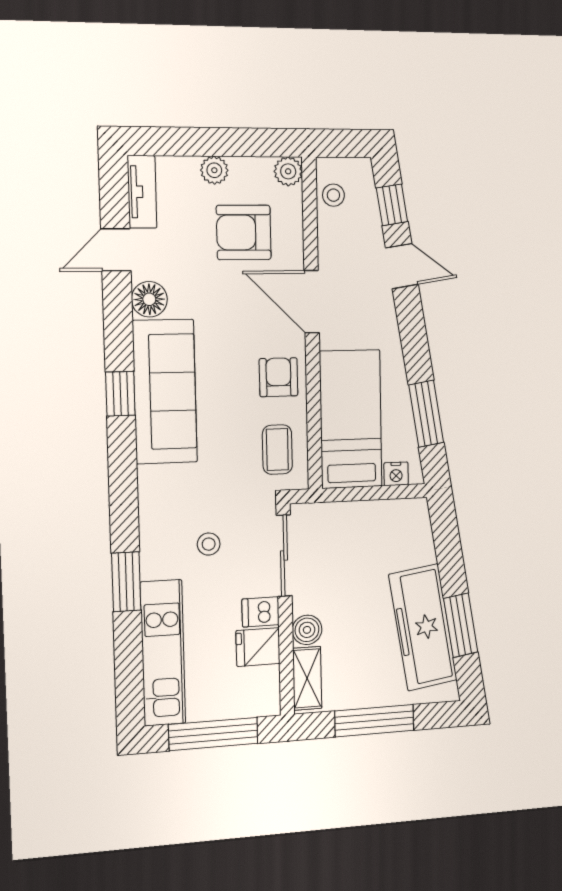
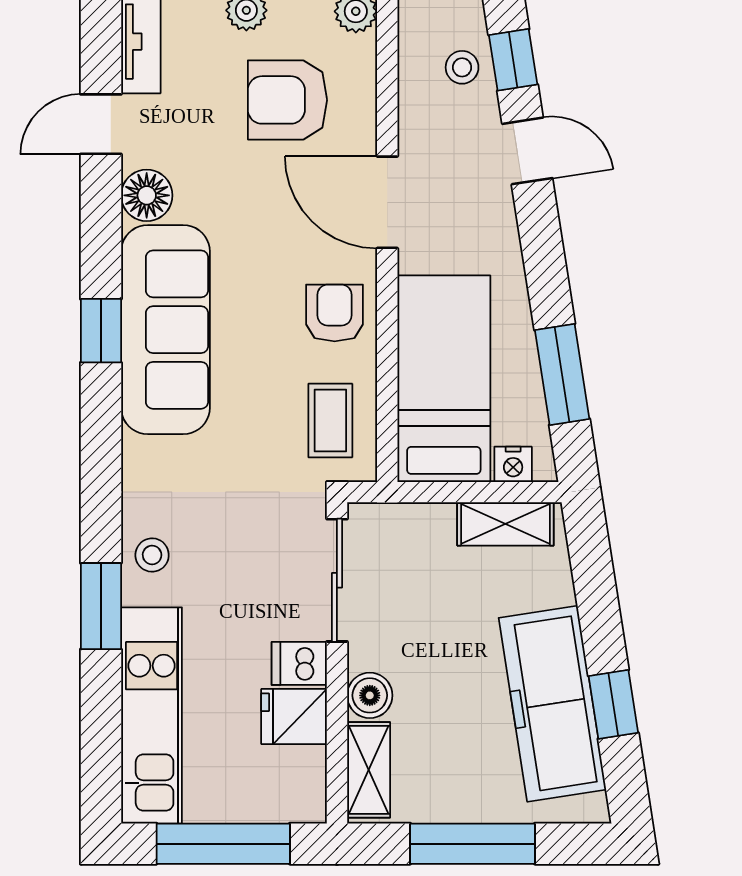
stool: (333, 195) -> (462, 67), moved
shelving: (392, 513) -> (505, 524), added
stool: (209, 544) -> (152, 555), moved
window: (461, 625) -> (613, 704), width x0.67

